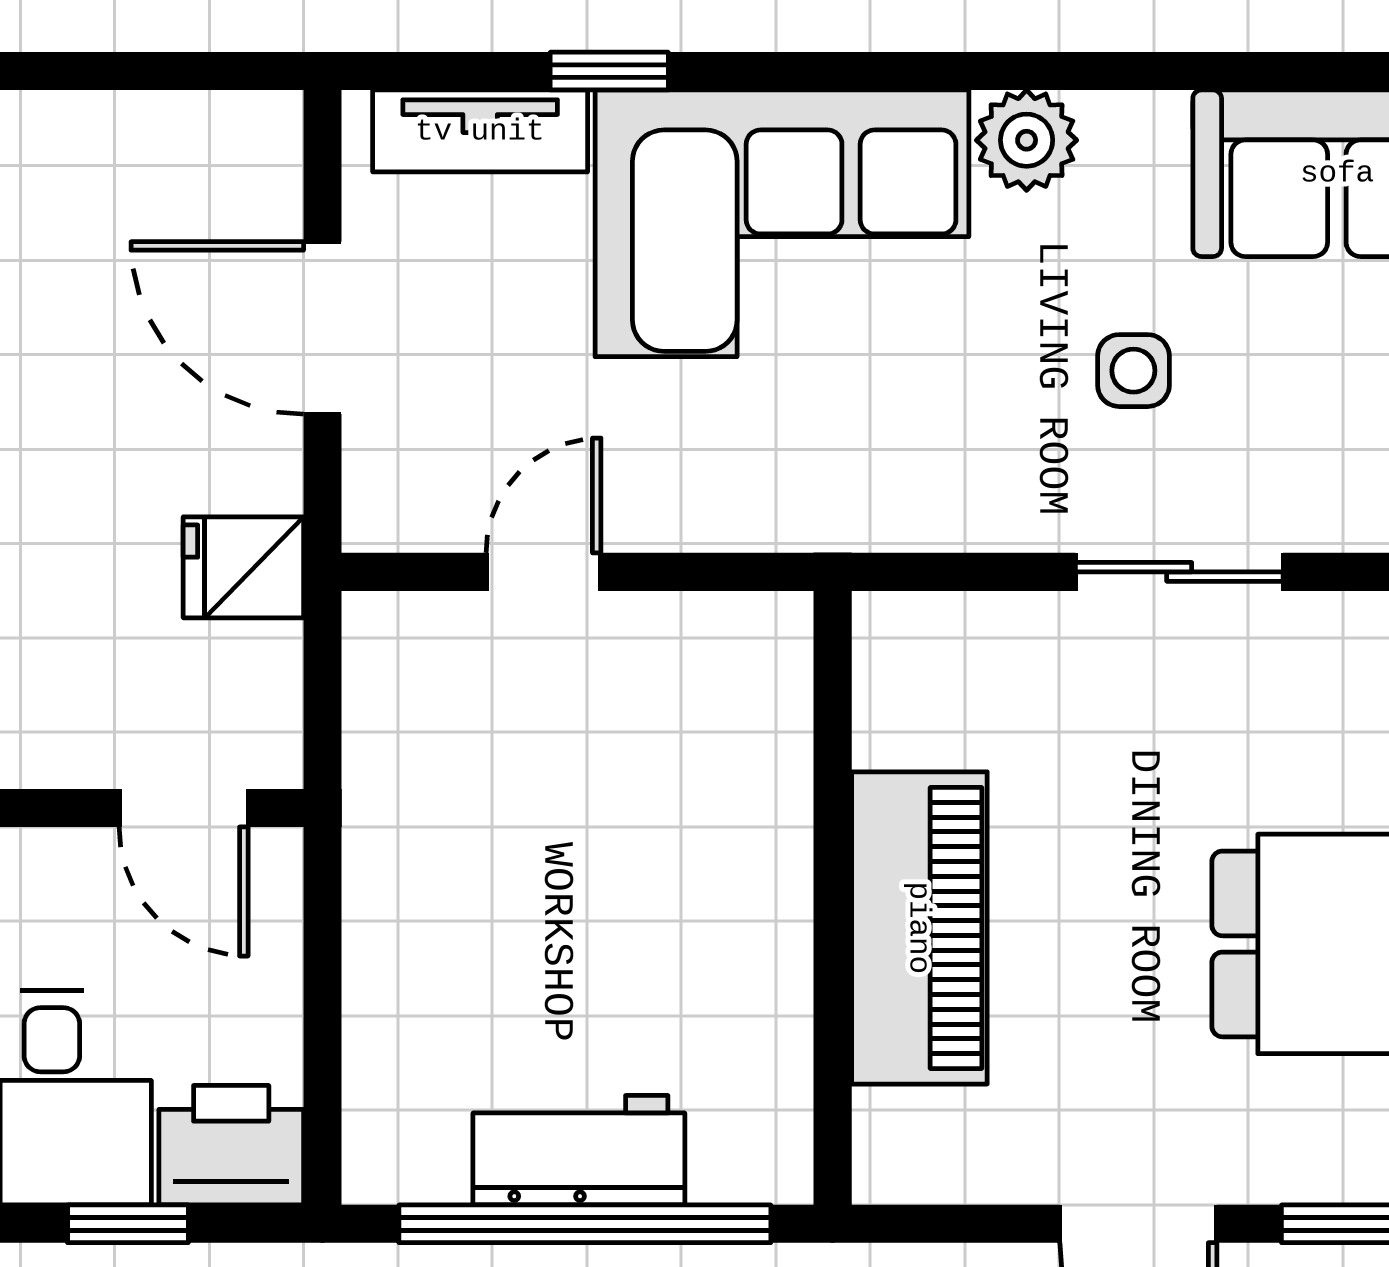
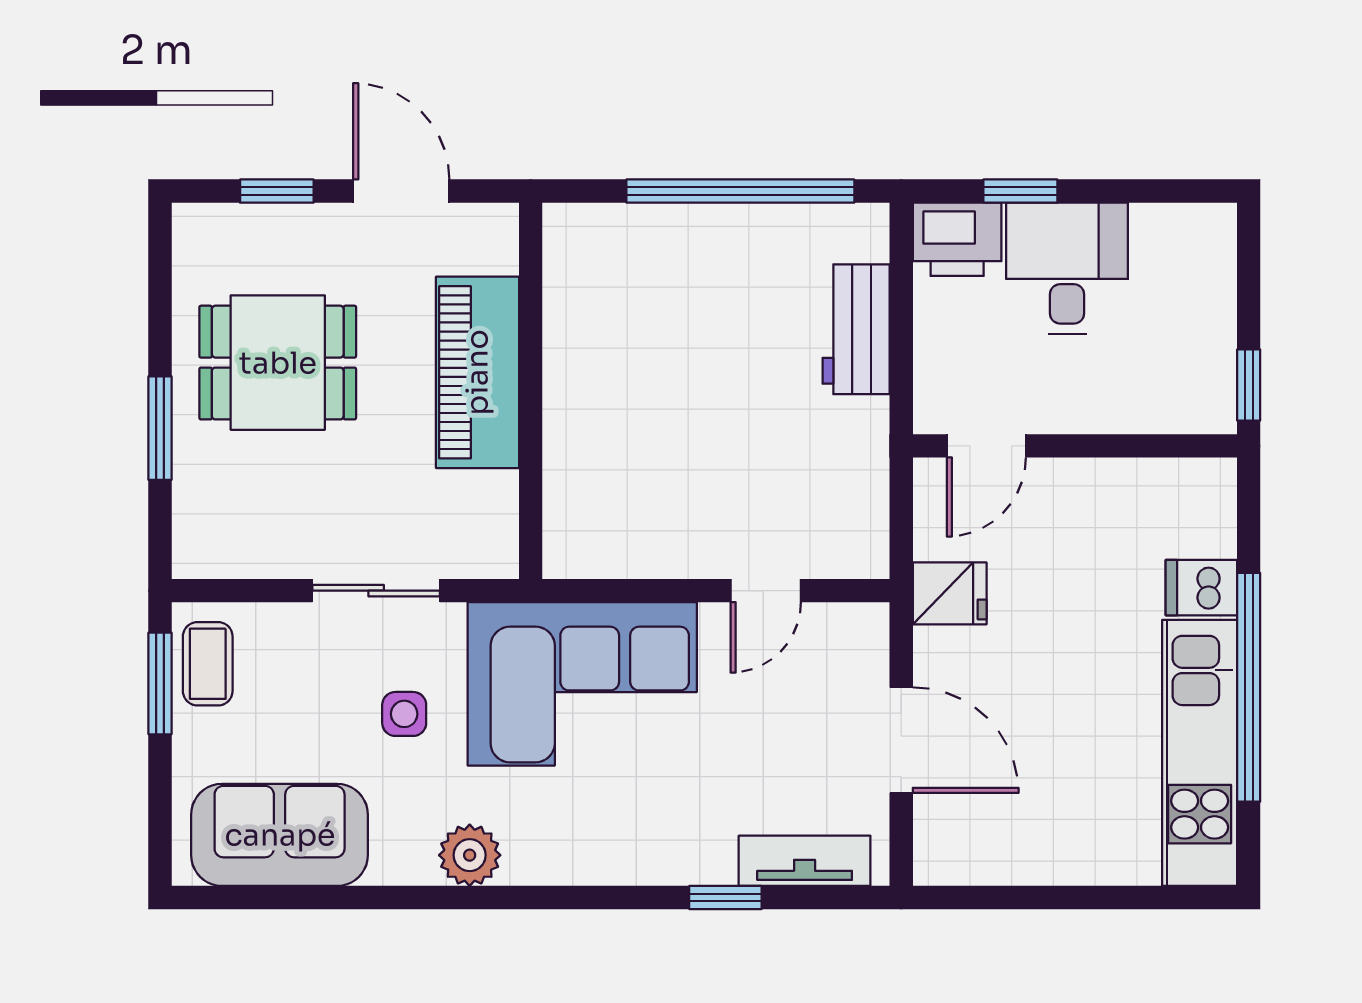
corner sofa: (782, 223) -> (582, 684), moved, turned 180
door: (184, 808) -> (986, 446), swing flipped
wall: (833, 898) -> (531, 391), moved
piano: (919, 928) -> (477, 372), moved
workbench: (579, 1150) -> (856, 329), moved, turned 90

